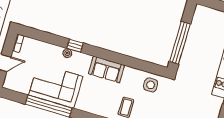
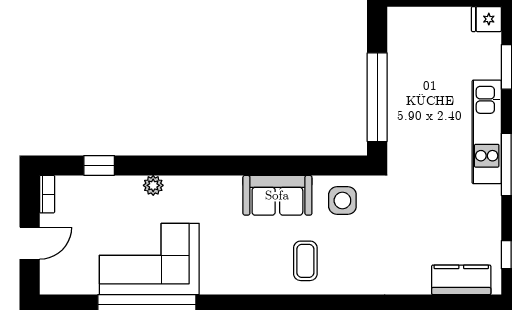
window: (75, 46) -> (99, 165), moved
sofa: (107, 69) -> (277, 195), moved

